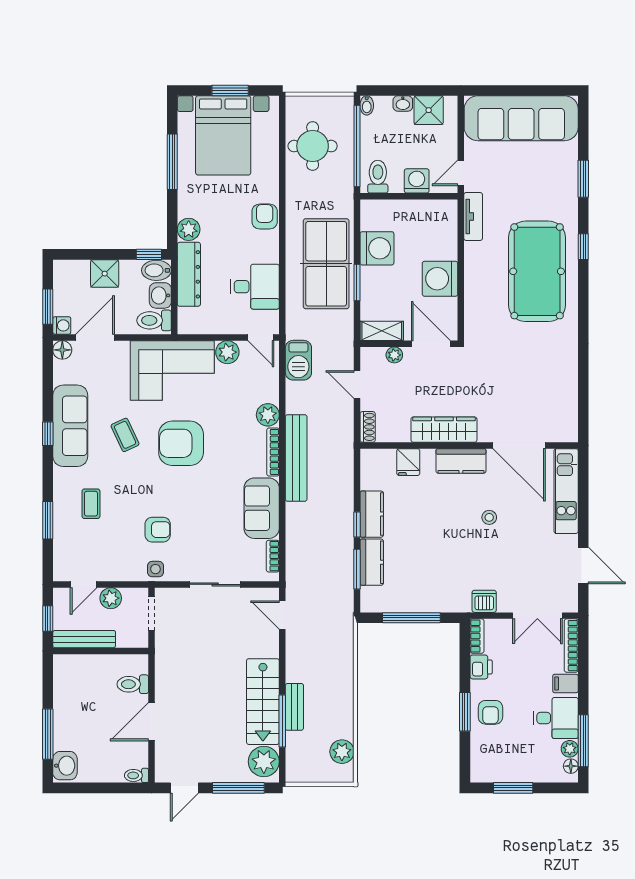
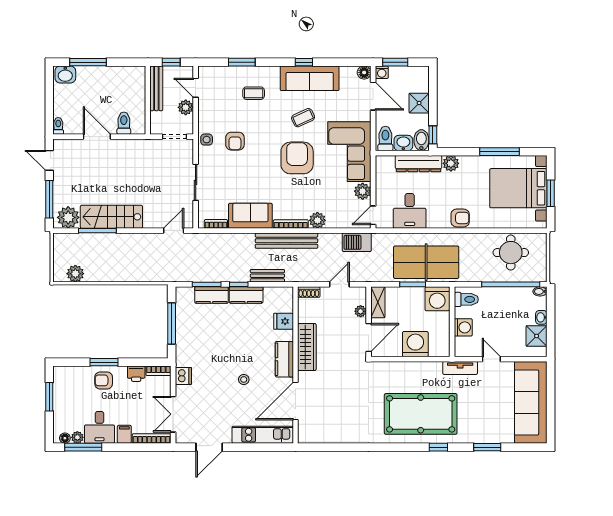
toilet: (378, 177) -> (466, 299), moved
washing machine: (417, 181) -> (463, 327), moved
wall: (409, 196) -> (452, 322), moved
bench: (294, 707) -> (267, 276), moved

